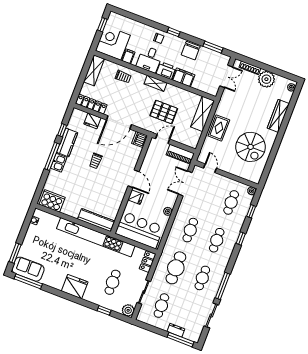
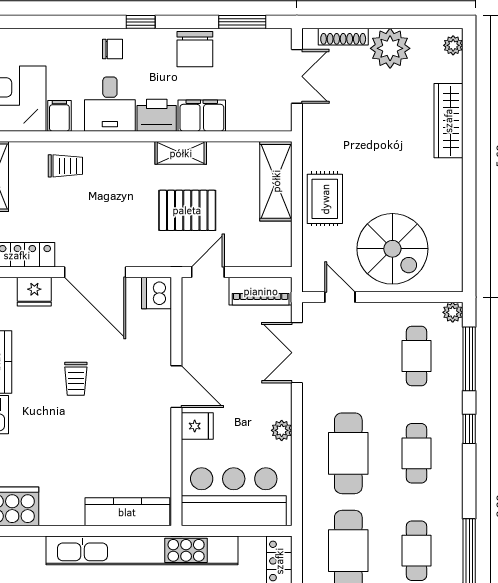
shelving: (156, 83) -> (181, 153), moved
door: (119, 122) -> (95, 272), hinge flipped
spiral stairs: (251, 147) -> (392, 249), moved
window: (251, 211) -> (469, 359), width x2.17
cafe table: (190, 230) -> (348, 453), width x1.37, depth x1.35

